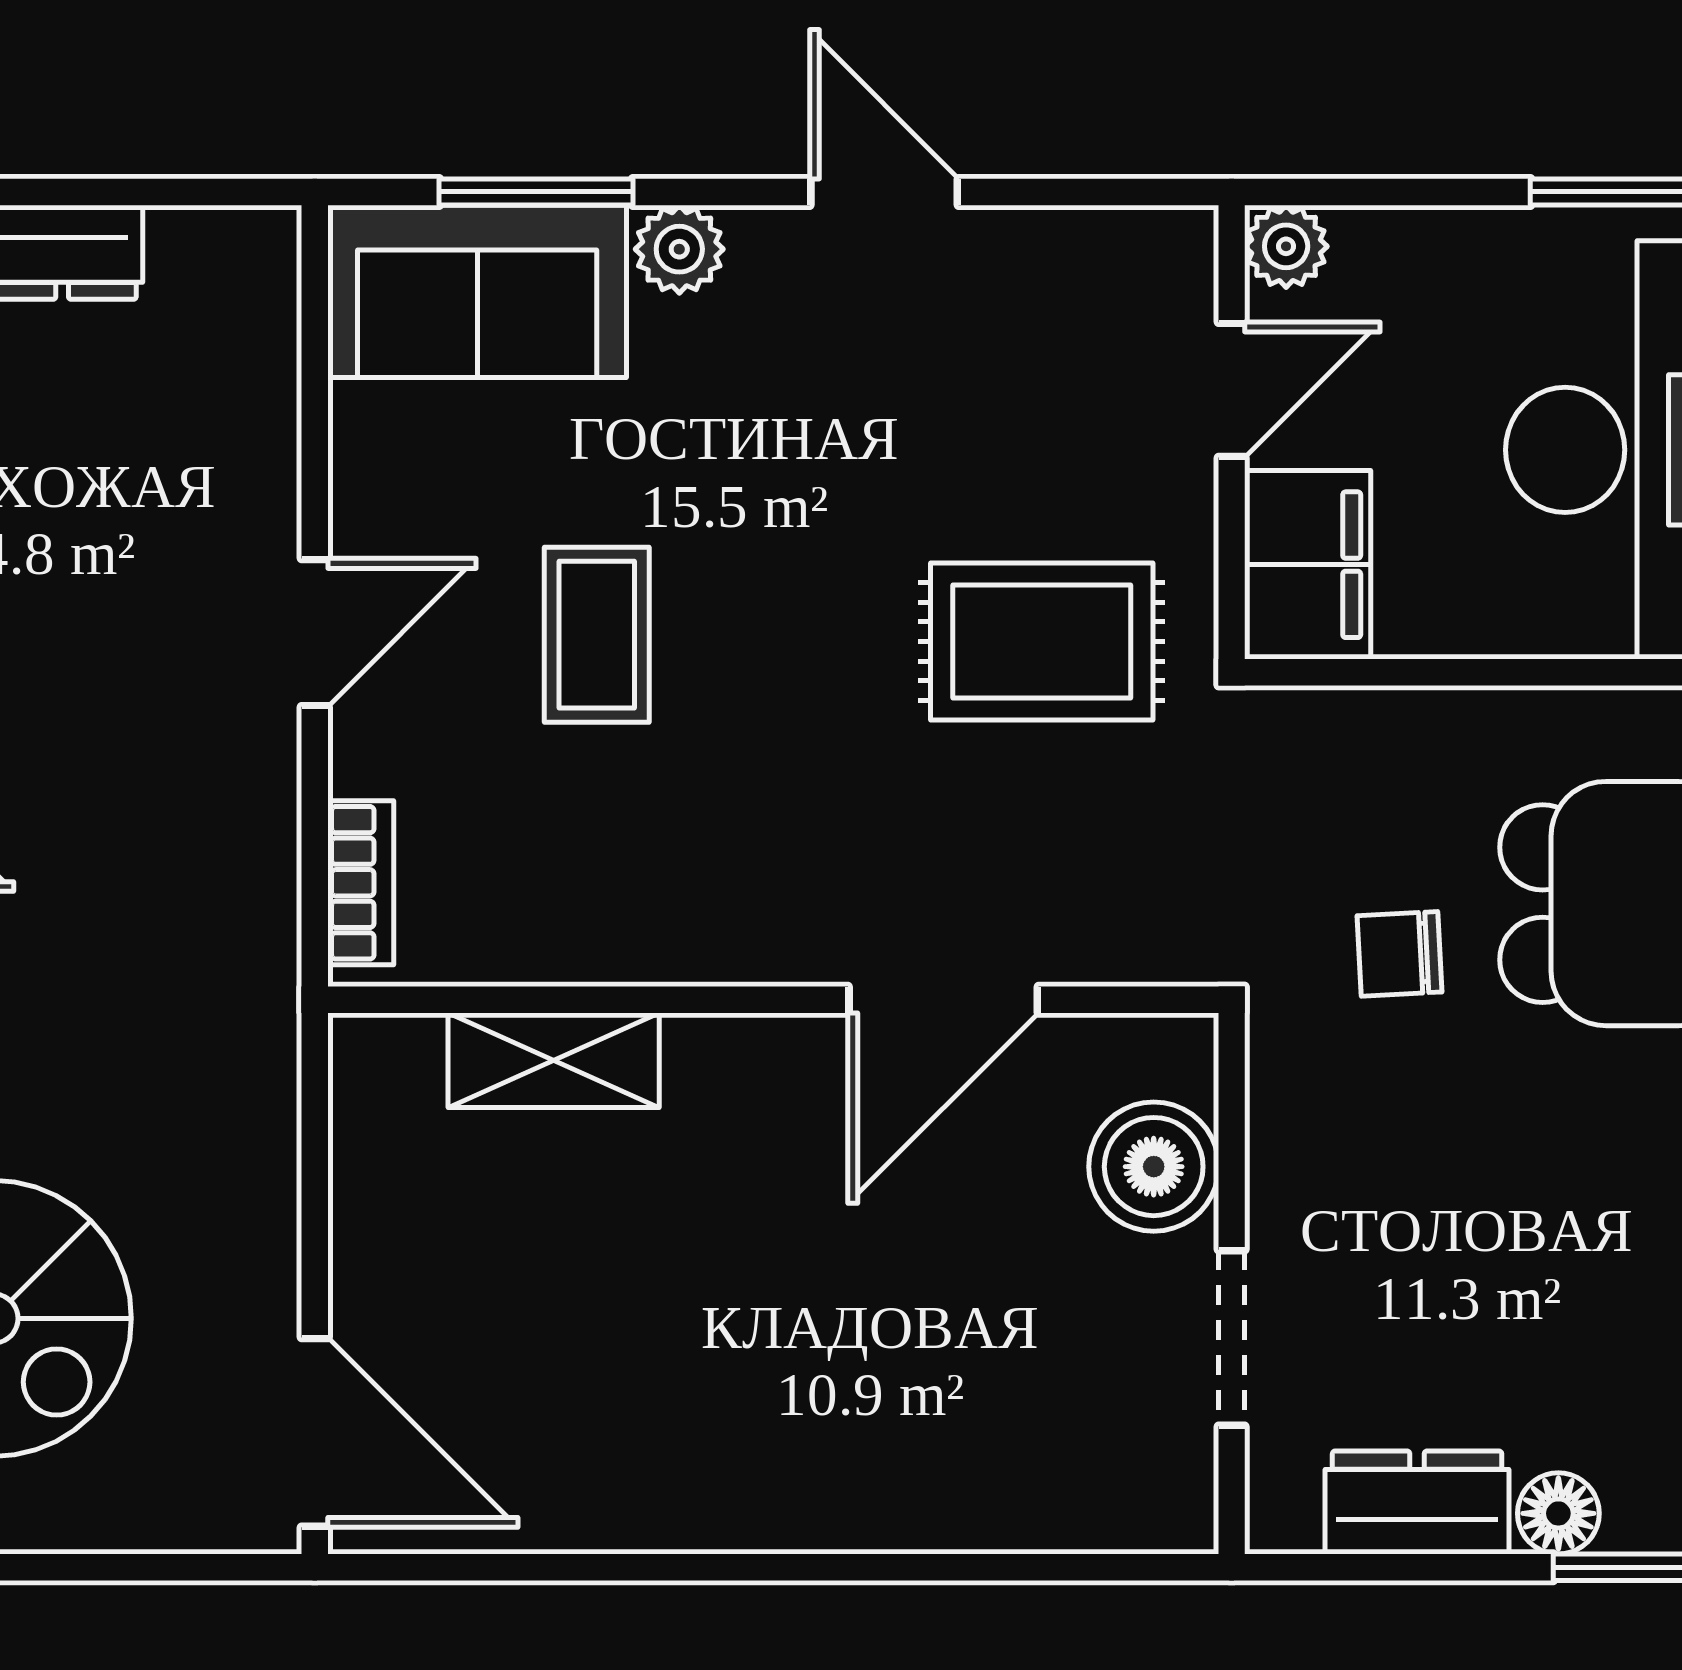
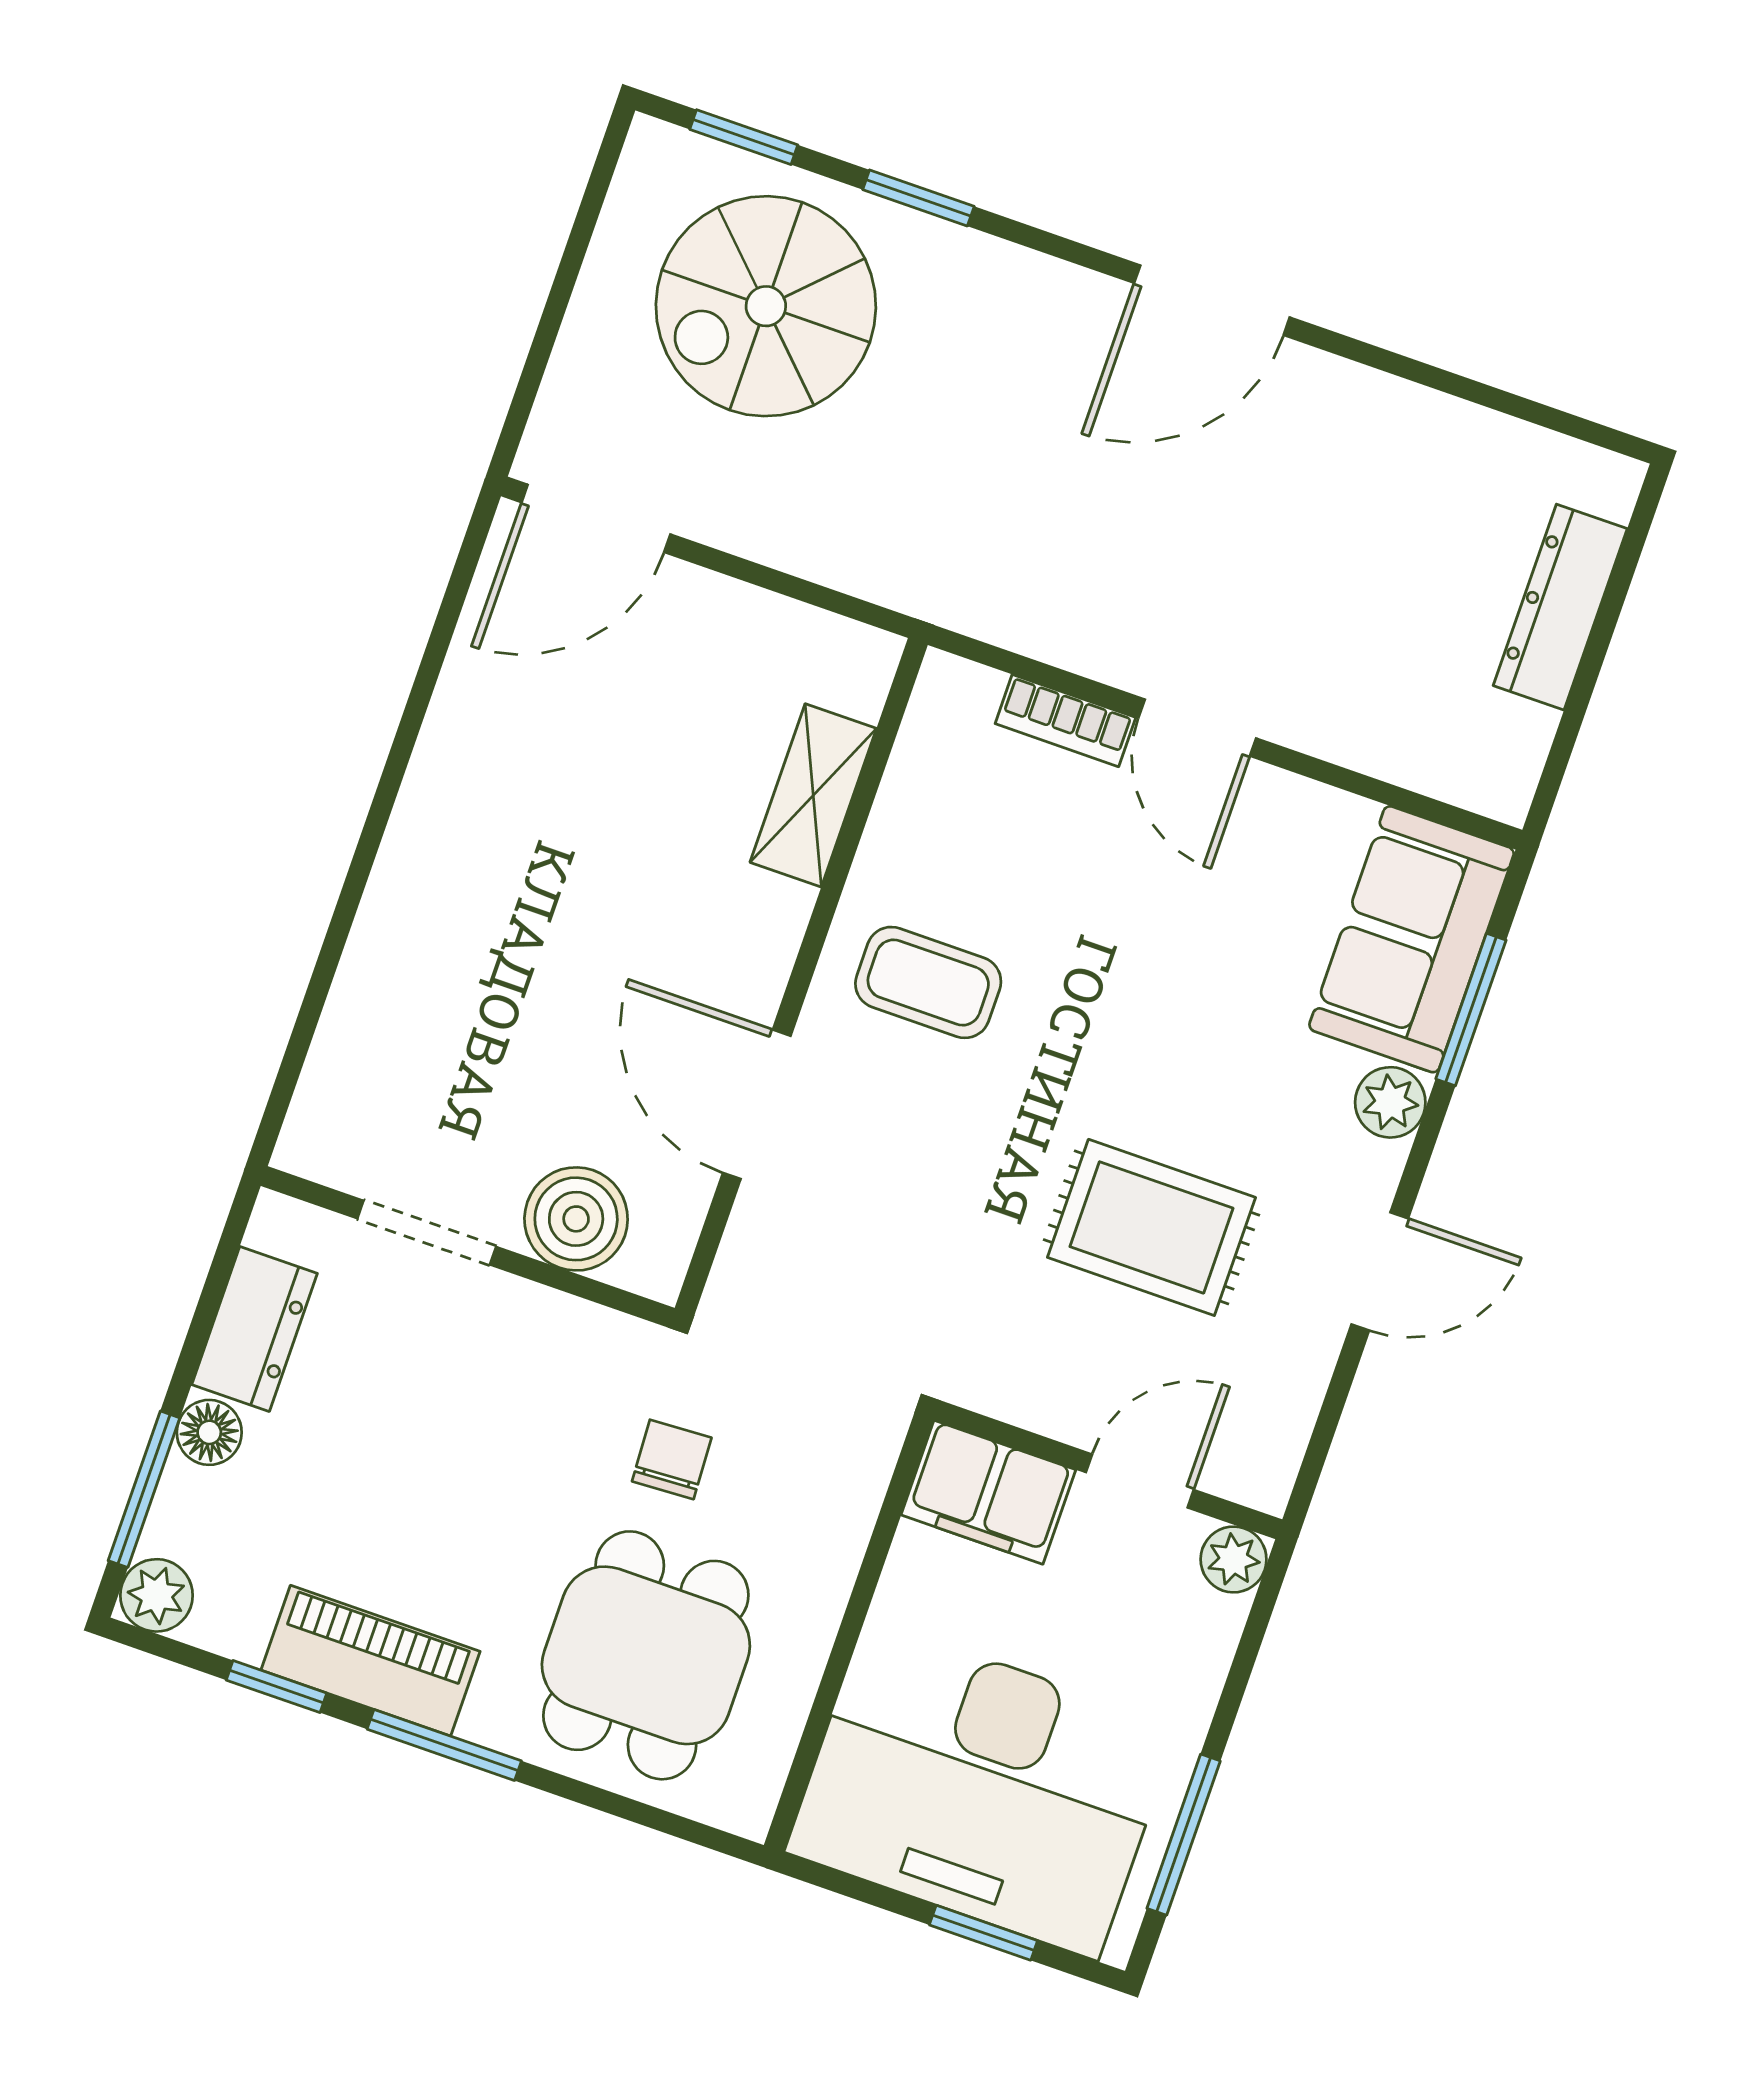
door: (1232, 390) -> (1140, 1481), swing flipped
coffee table: (597, 635) -> (928, 982), moved
rug: (1042, 641) -> (1151, 1227), moved, turned 90
bookcase: (361, 883) -> (1065, 721), moved

